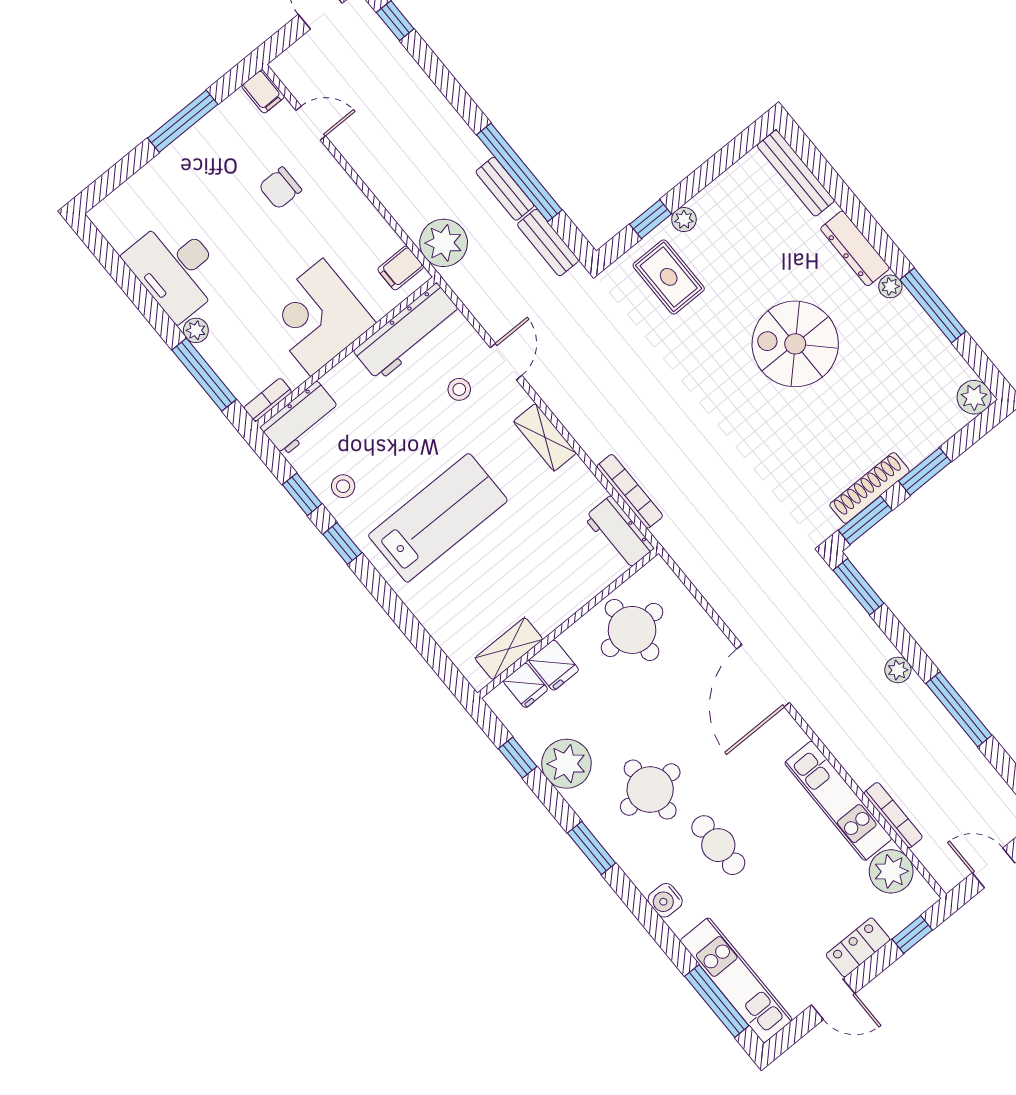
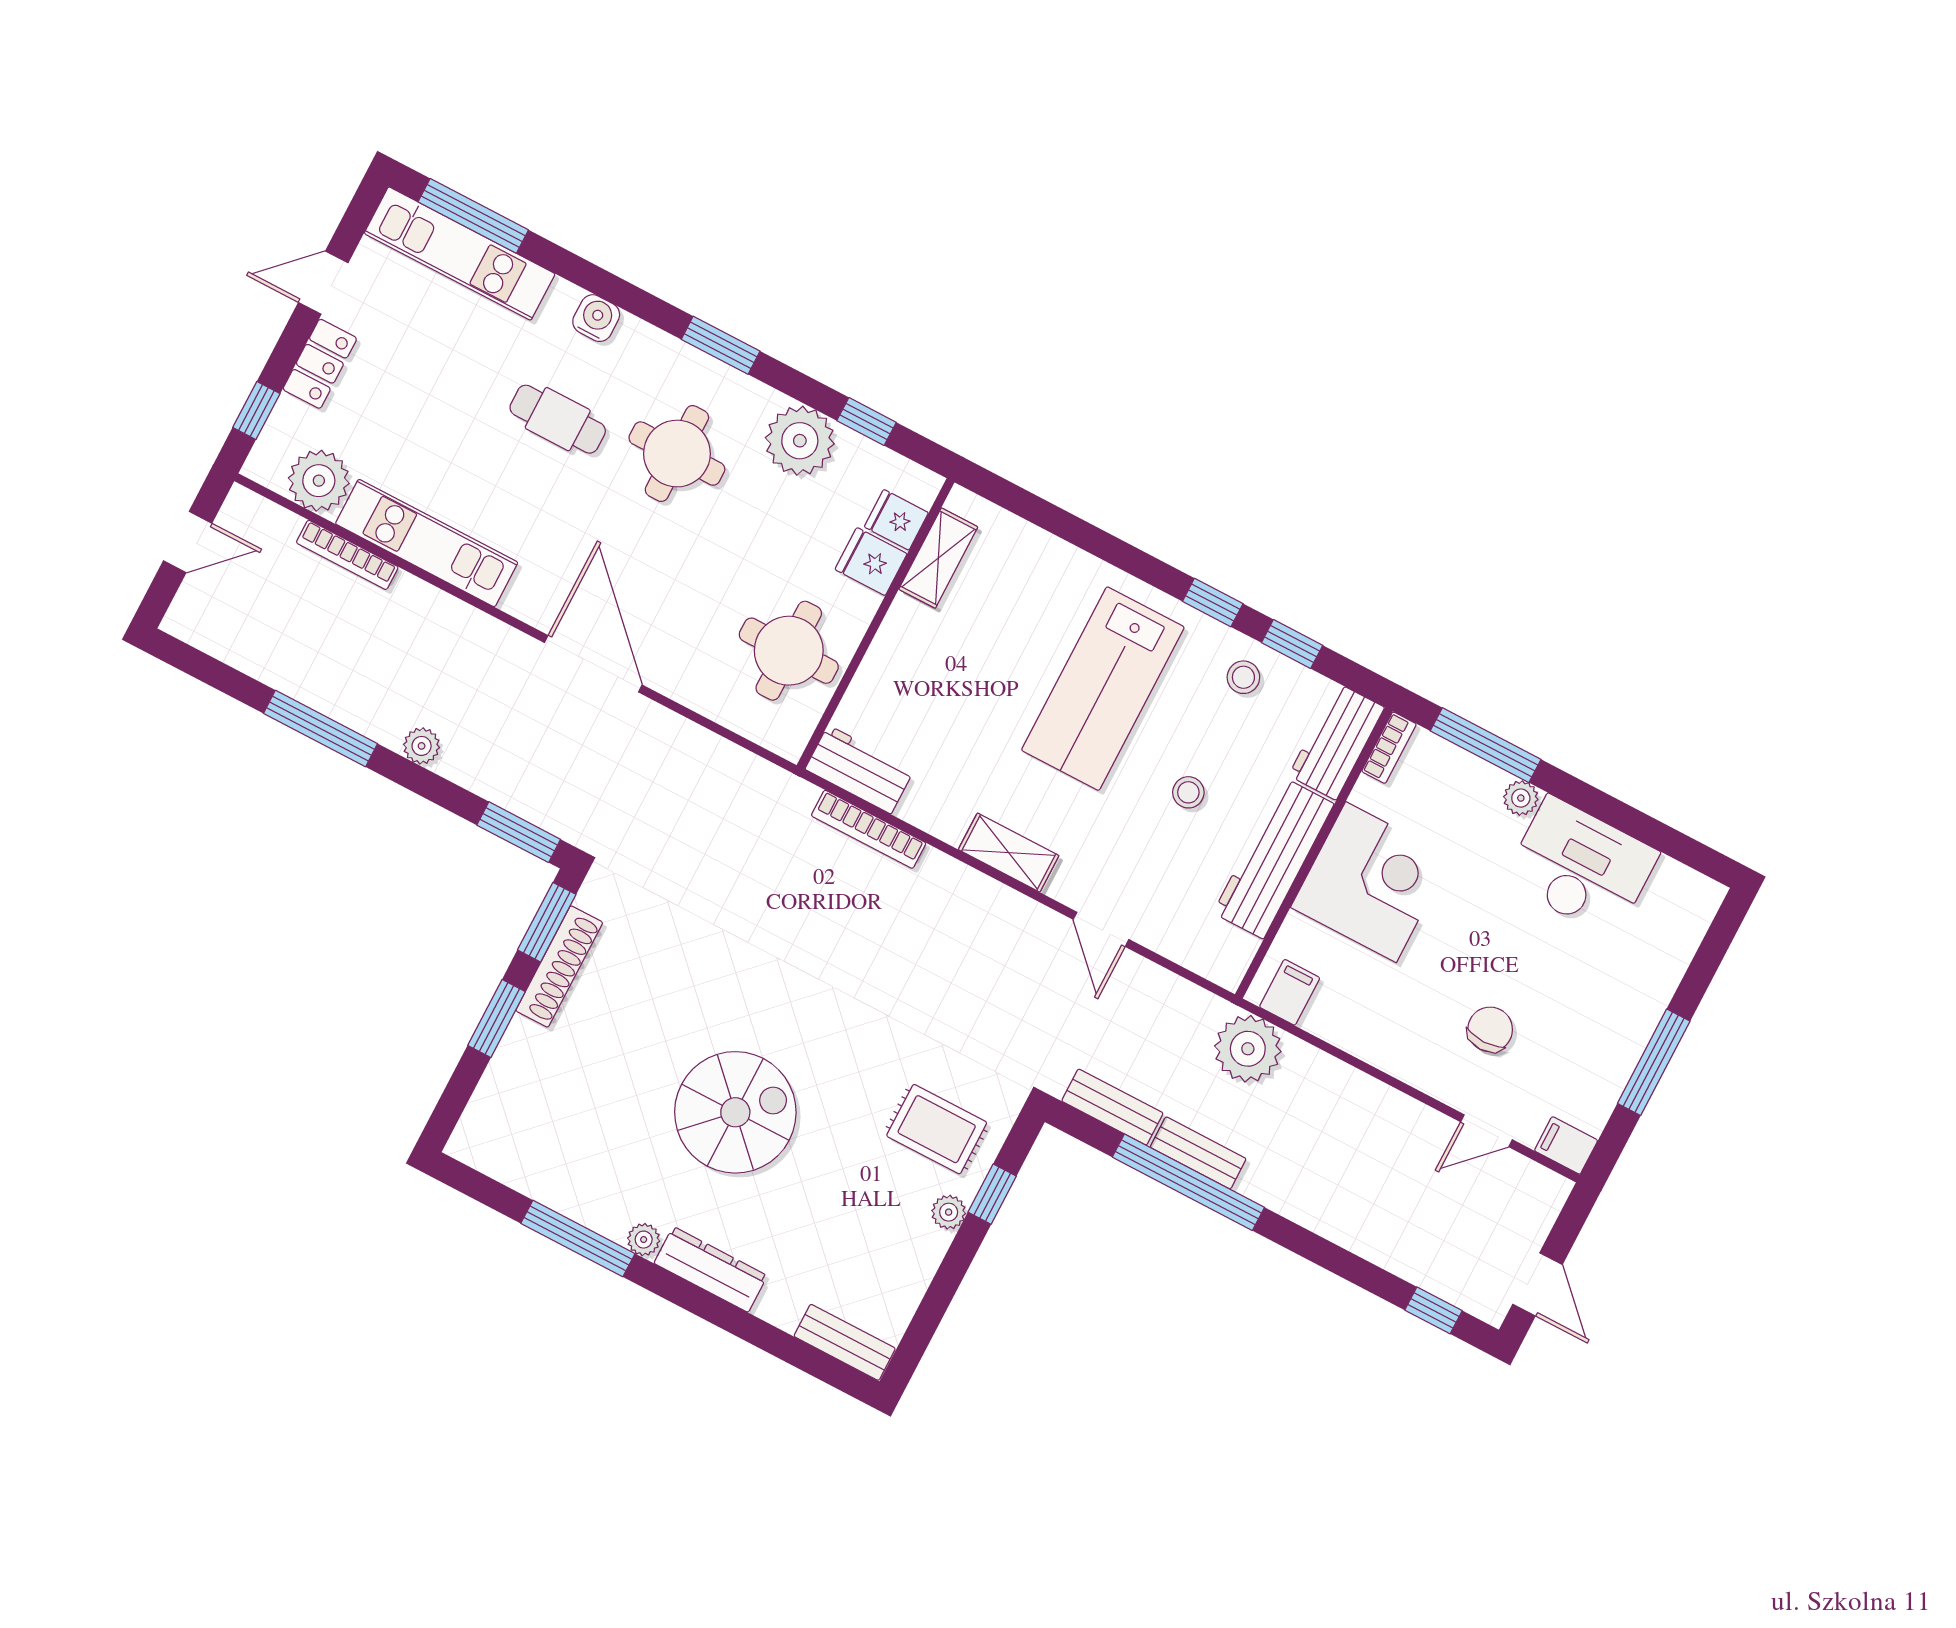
bench: (796, 173) -> (845, 1342), width x0.73
workbench: (408, 332) -> (1274, 858), moved
stool: (459, 389) -> (1188, 792), moved
plant: (974, 397) -> (474, 1142), removed

